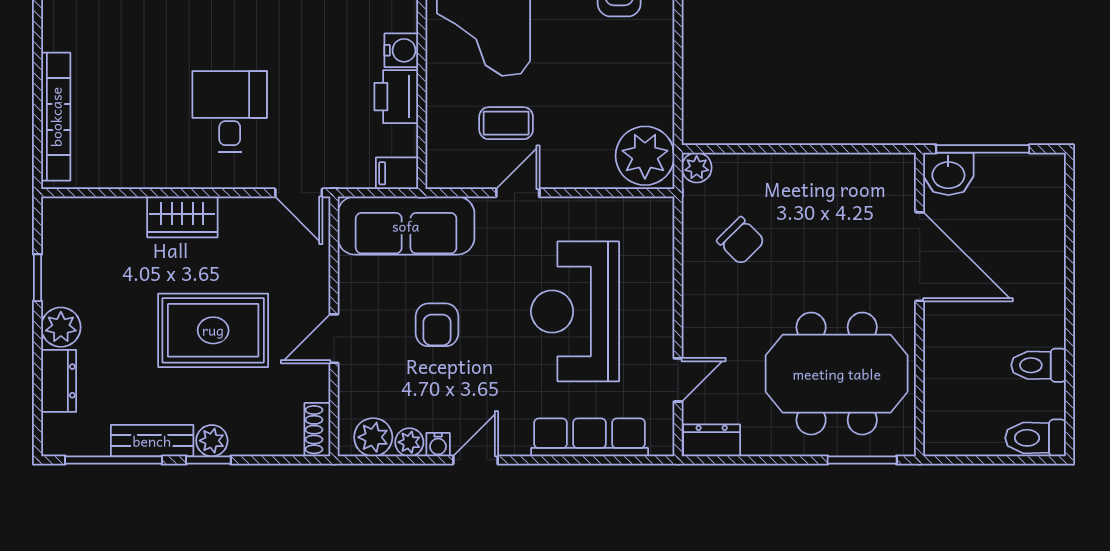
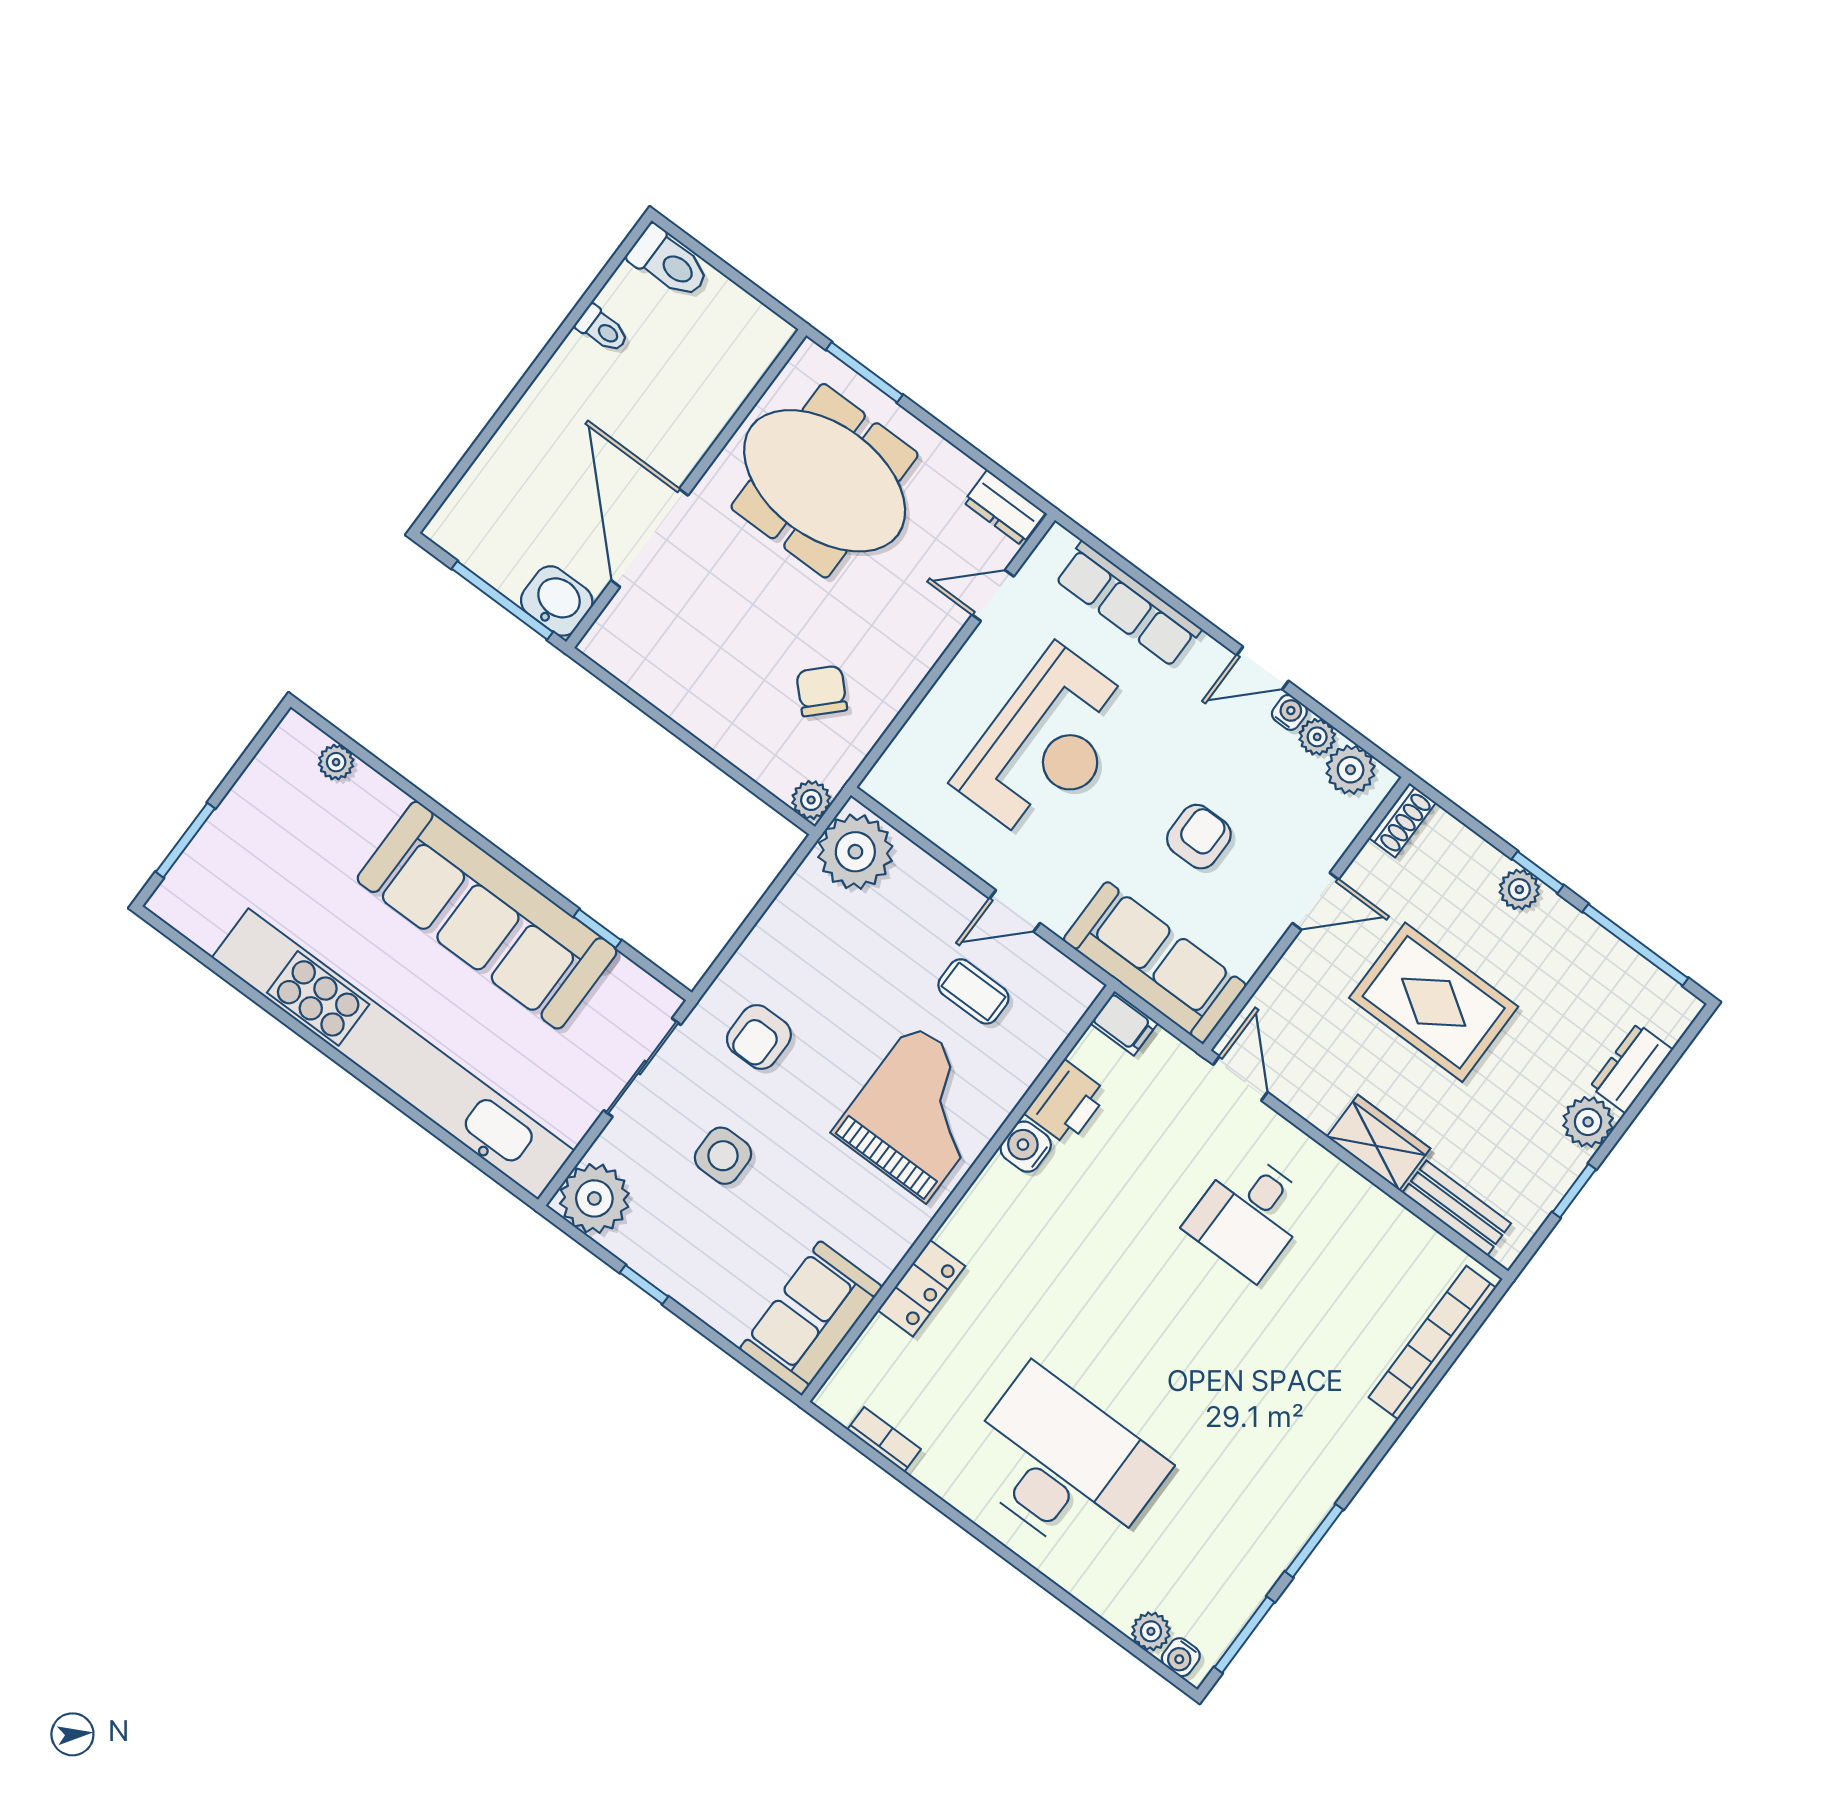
toilet: (1039, 365) -> (602, 329), width x0.73, depth x0.72
bench: (152, 441) -> (1457, 1208), moved

